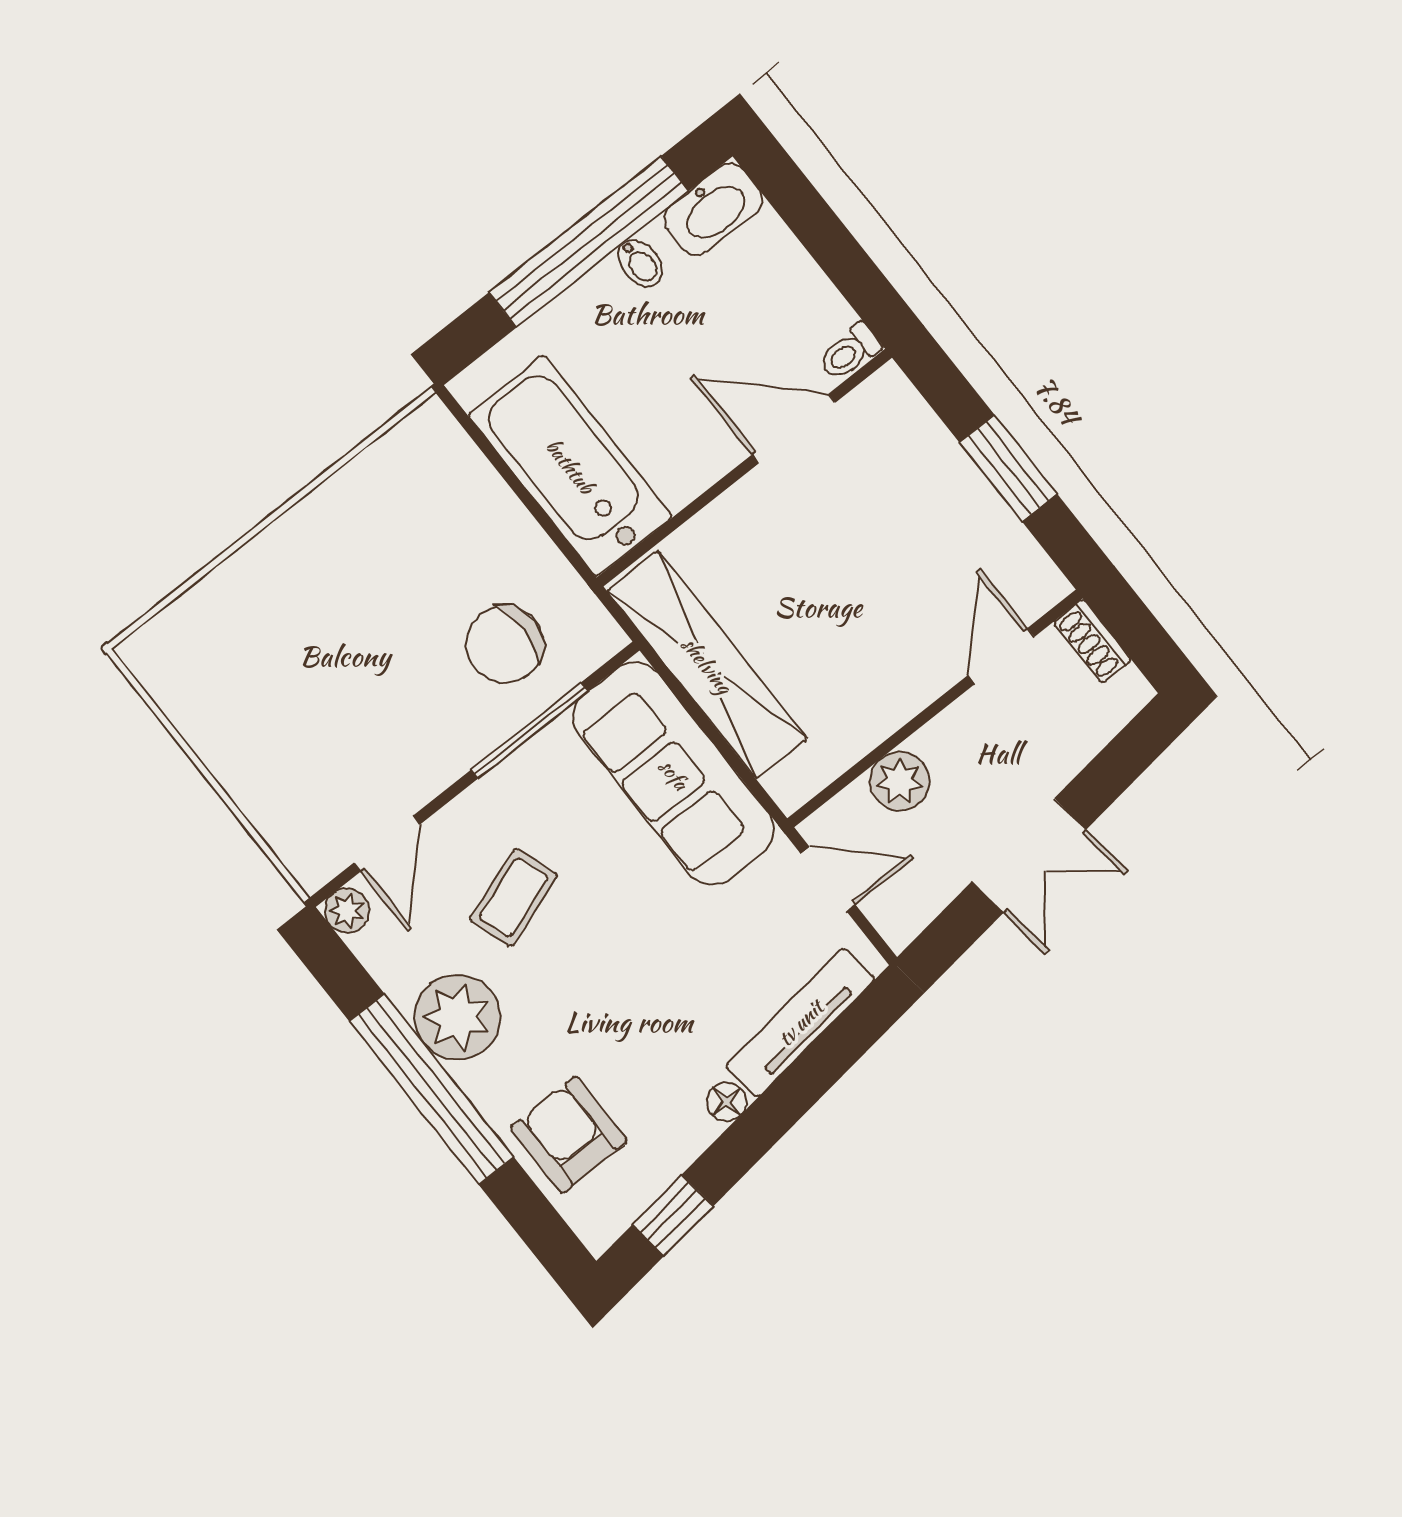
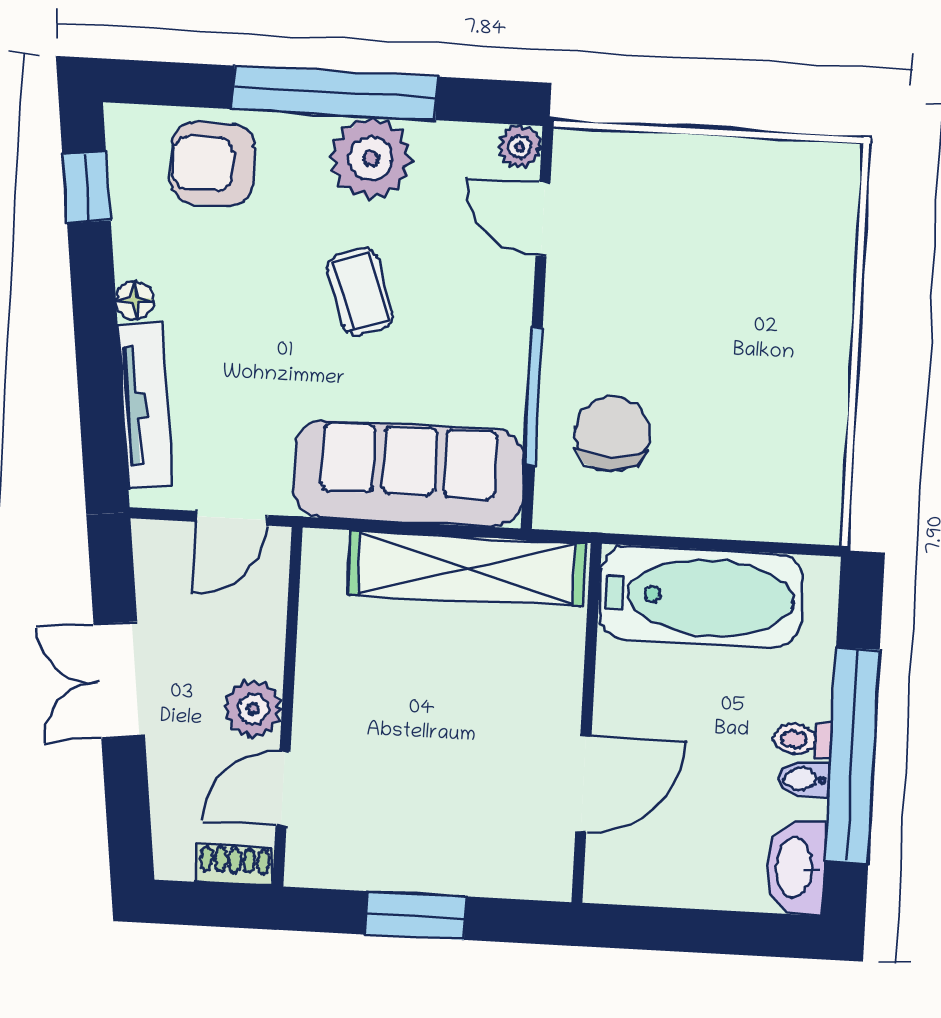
toilet: (850, 352) -> (802, 739), moved, turned -90
door: (1001, 656) -> (283, 789), swing flipped
plant: (900, 781) -> (253, 709), moved
coffee table: (514, 897) -> (360, 292), moved
armchair: (569, 1135) -> (213, 164), turned 180

